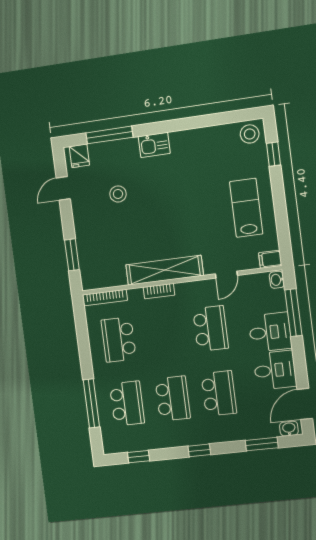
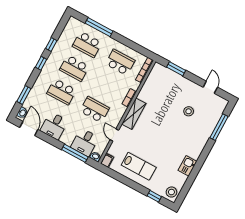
kitchen sink: (154, 145) -> (187, 166), moved
fridge: (79, 156) -> (220, 106), removed
shelving: (165, 270) -> (134, 114), width x0.68
school desk: (211, 329) -> (95, 110), turned 180
desk: (270, 332) -> (85, 142), moved
window: (139, 457) -> (51, 44), moved

